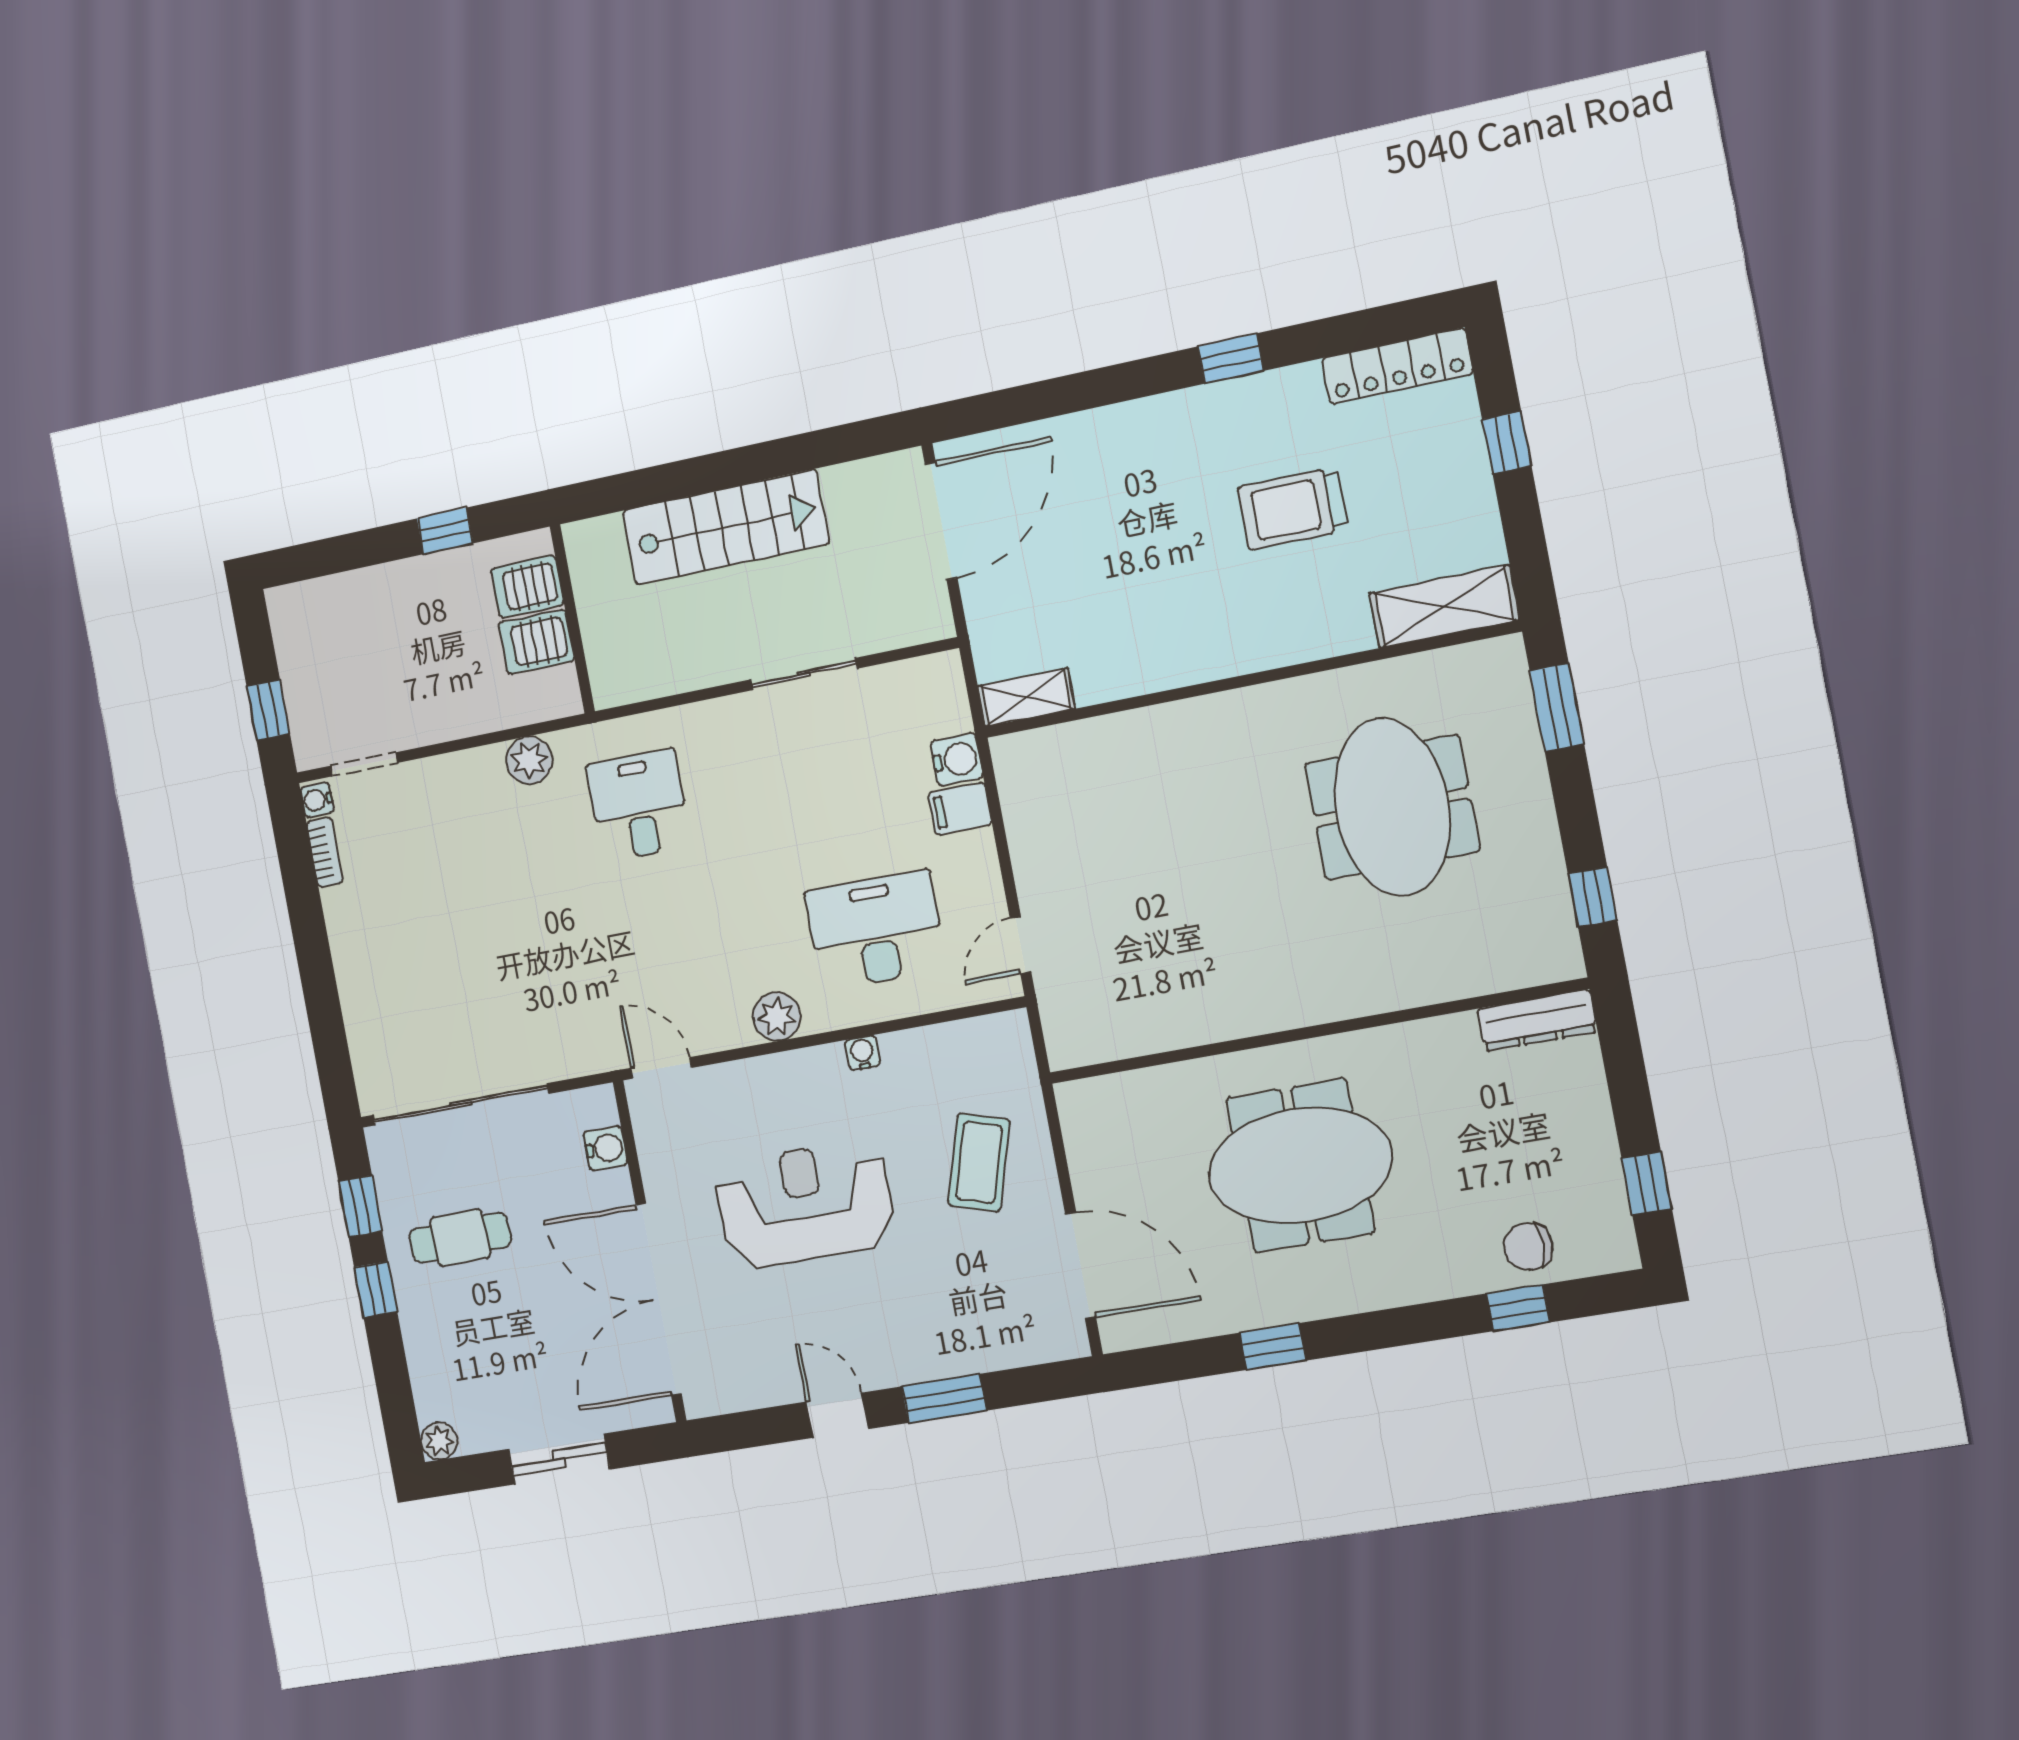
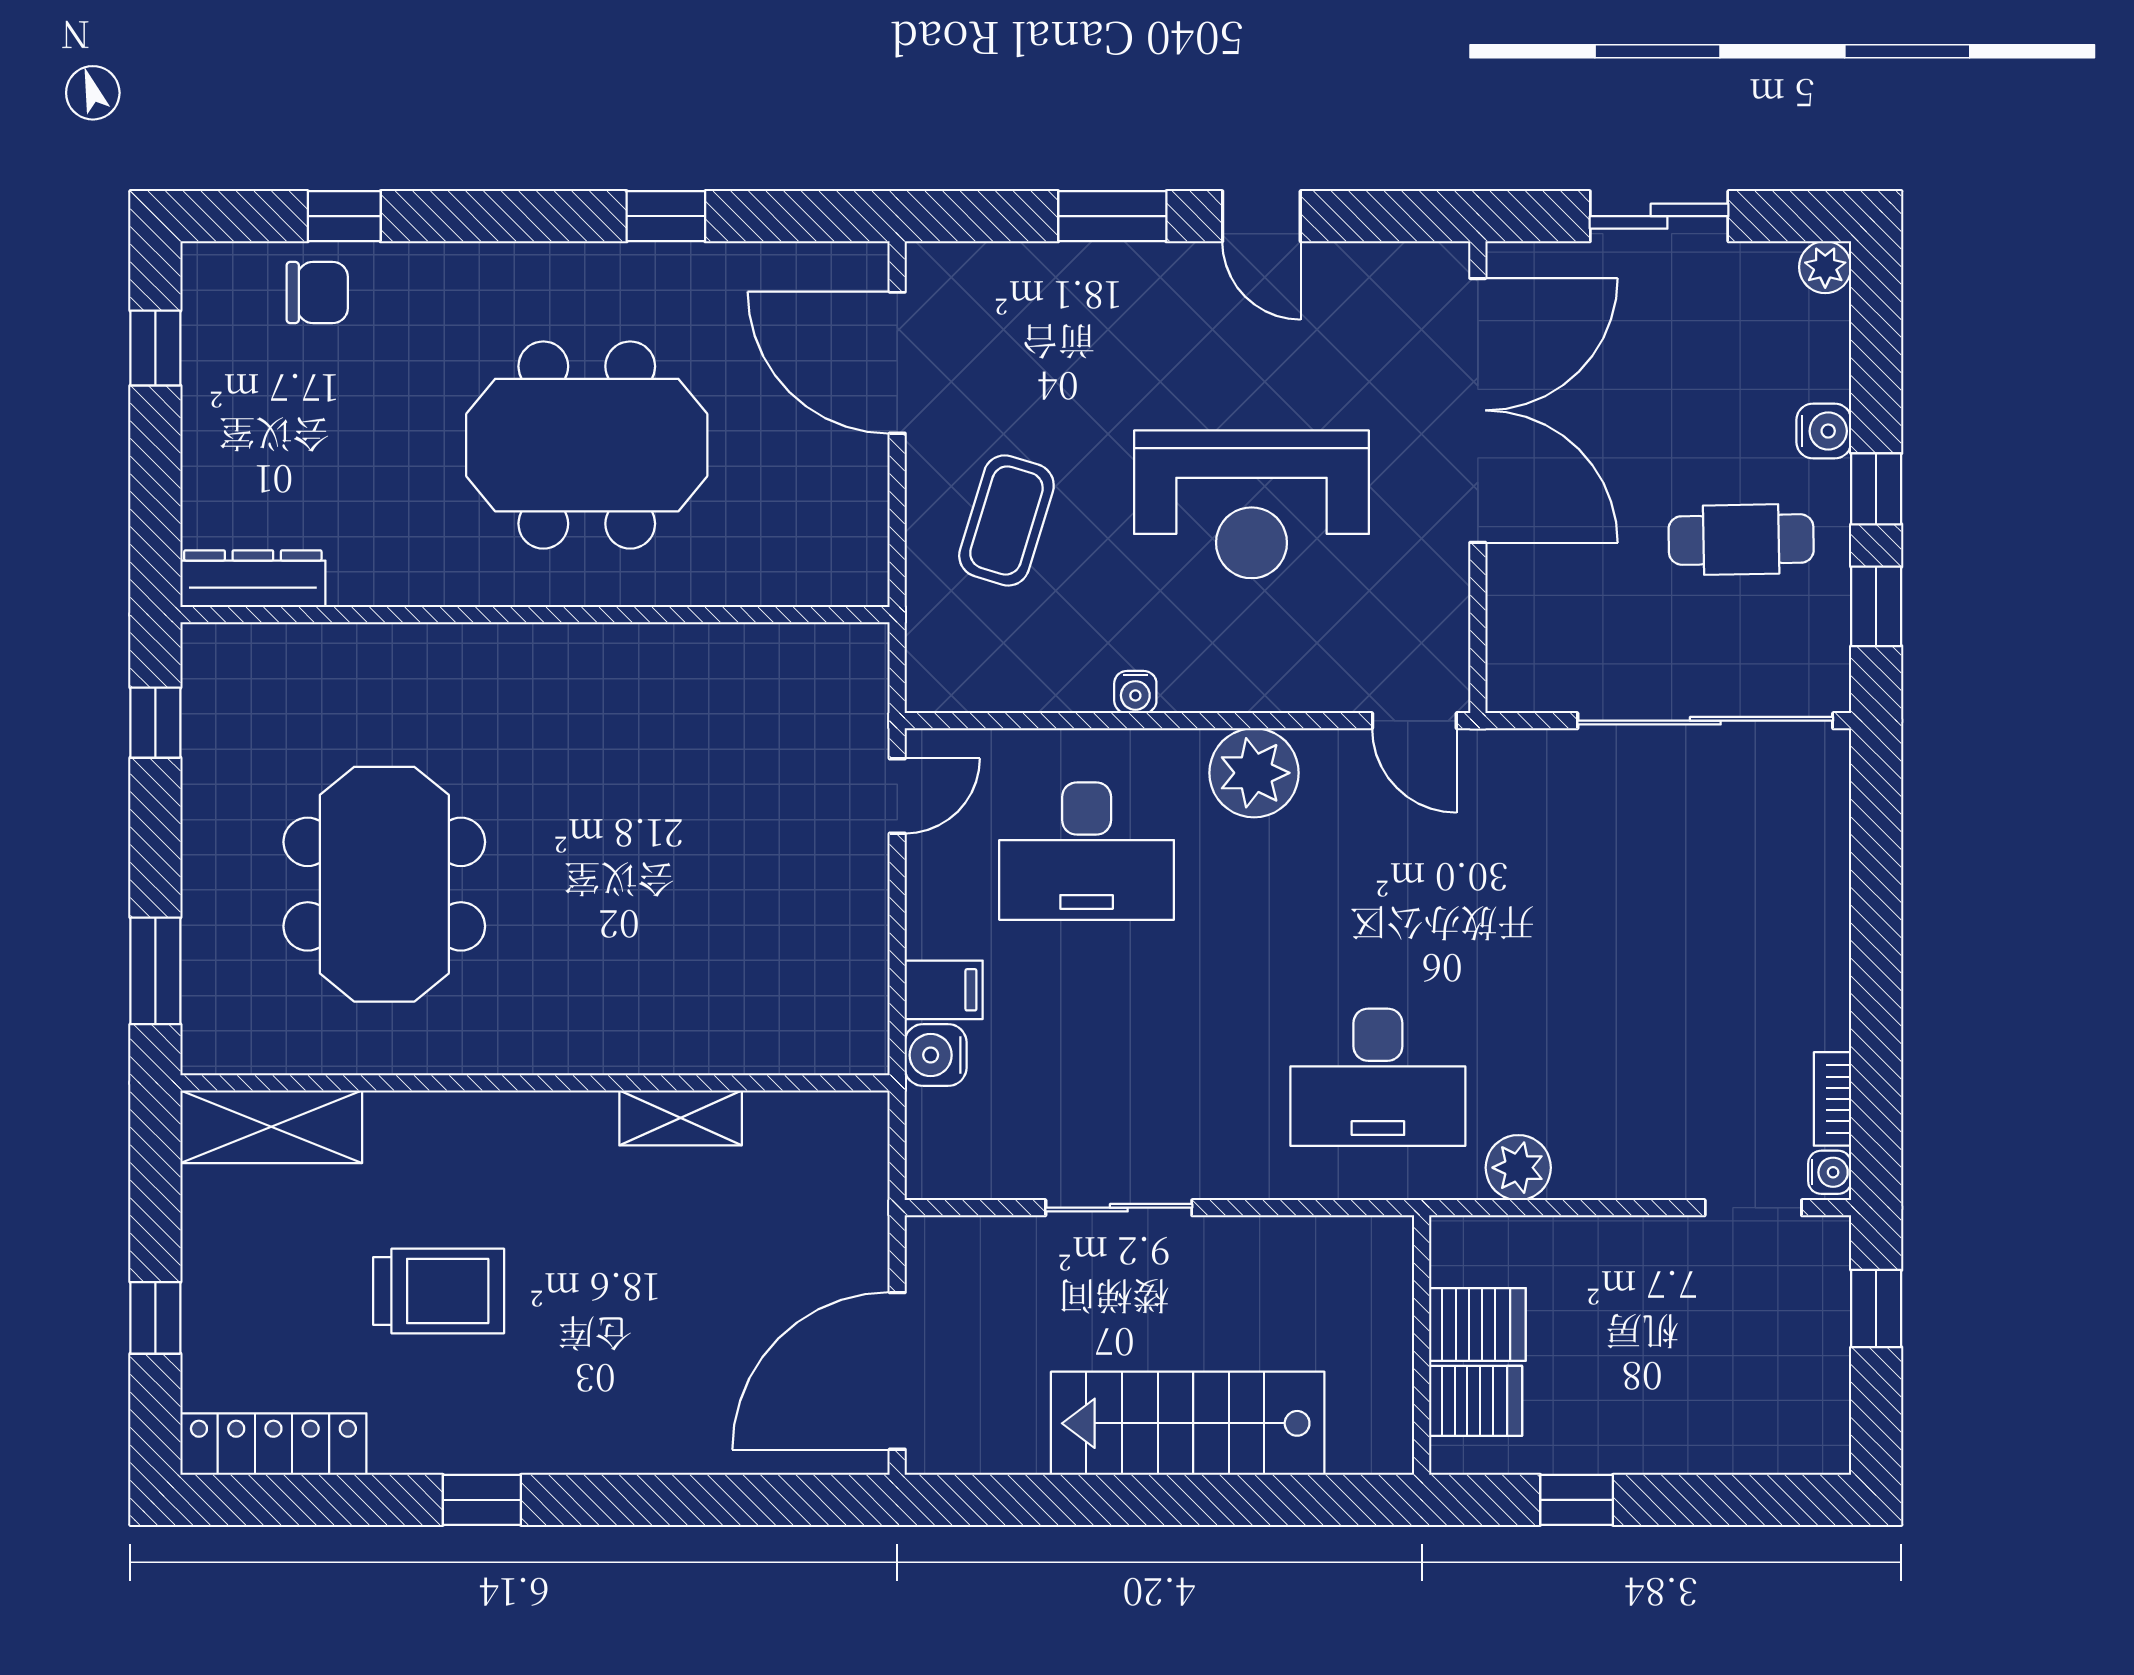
shelving: (1026, 697) -> (681, 1118), moved
desk: (639, 806) -> (1378, 1077), width x1.37
plant: (777, 1017) -> (1254, 773), width x1.36, depth x1.36
water cooler: (605, 1148) -> (1824, 431), moved, turned 180

